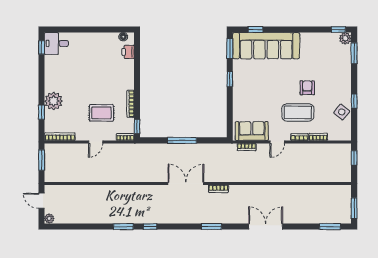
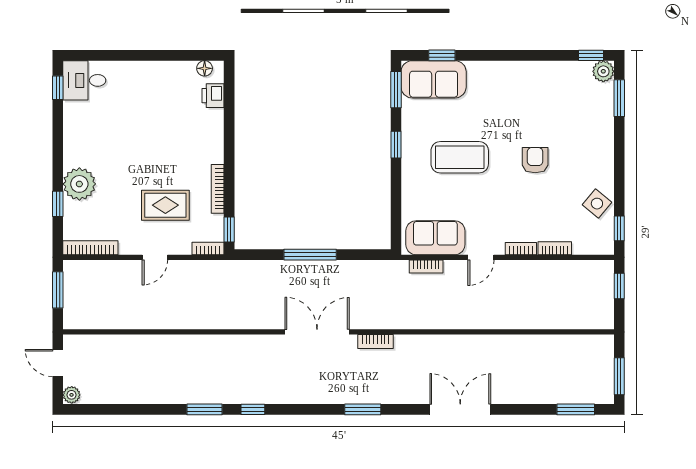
sofa: (266, 46) -> (434, 79), width x0.54, depth x0.79
window: (354, 101) -> (619, 228), moved
coffee table: (298, 112) -> (460, 157), moved

